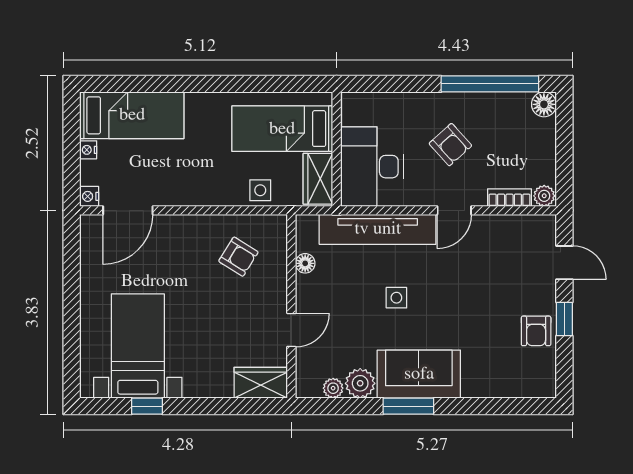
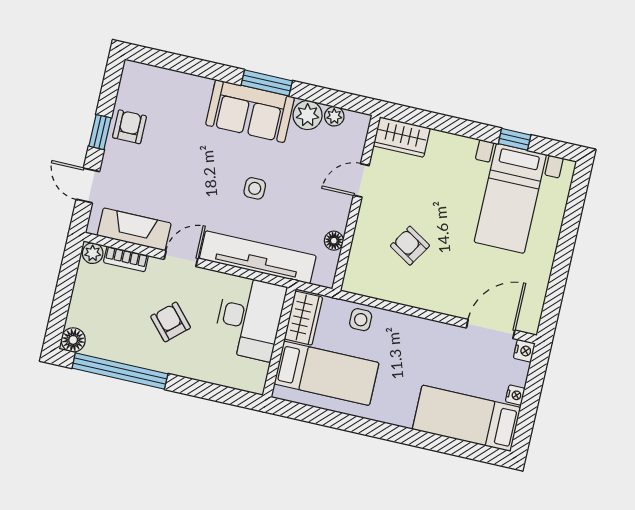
fireplace: (508, 229) -> (134, 229), added
armchair: (238, 257) -> (410, 246), moved

